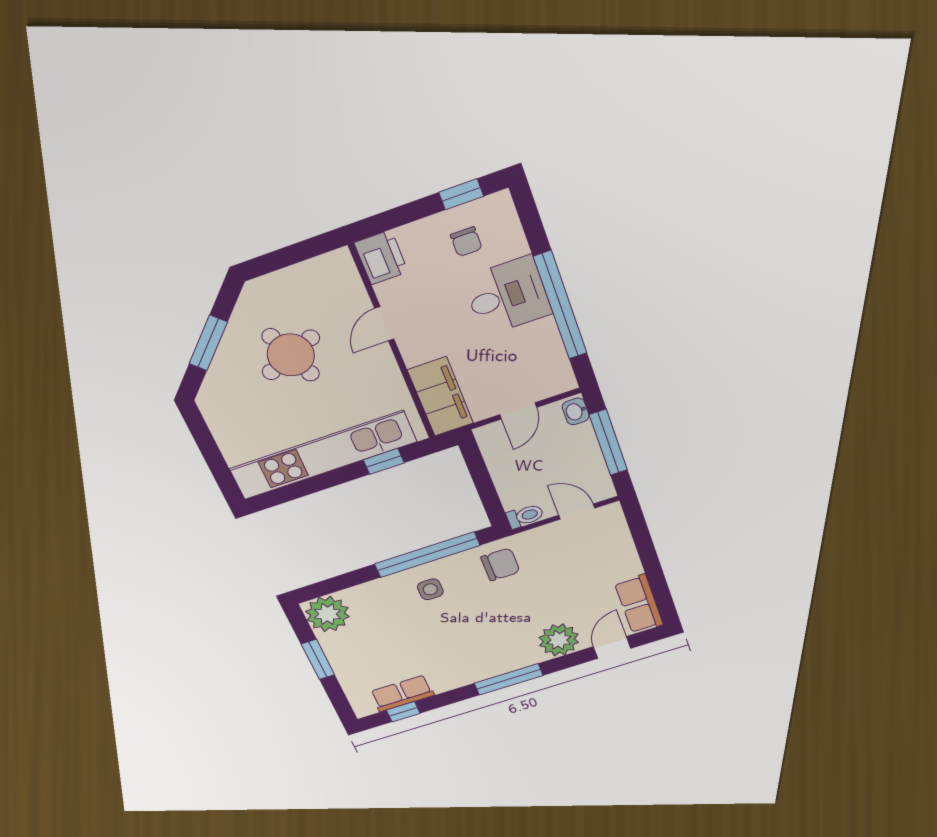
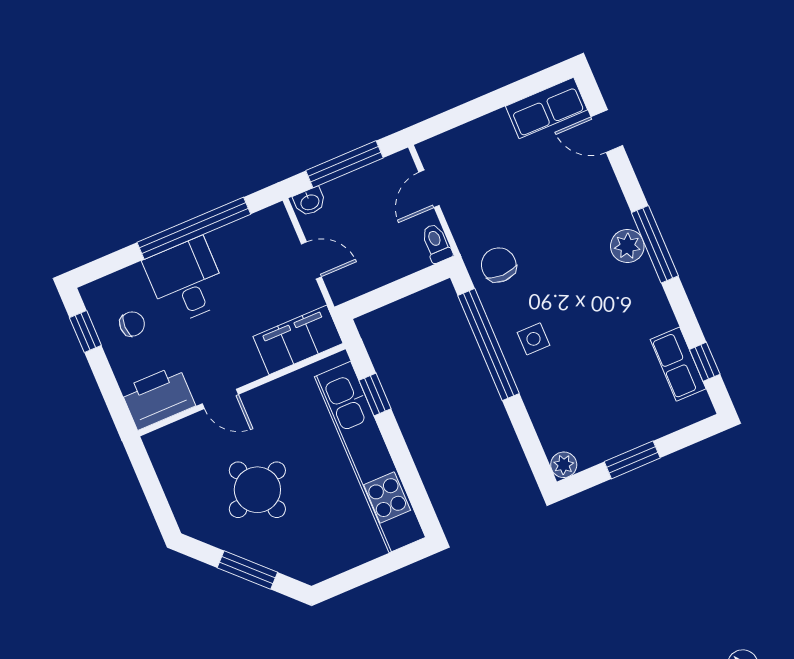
printer: (381, 257) -> (158, 397), width x1.37, depth x1.19
plant: (327, 614) -> (564, 465), width x0.53, depth x0.53
plant: (559, 640) -> (627, 246), moved, width x0.73, depth x0.73

